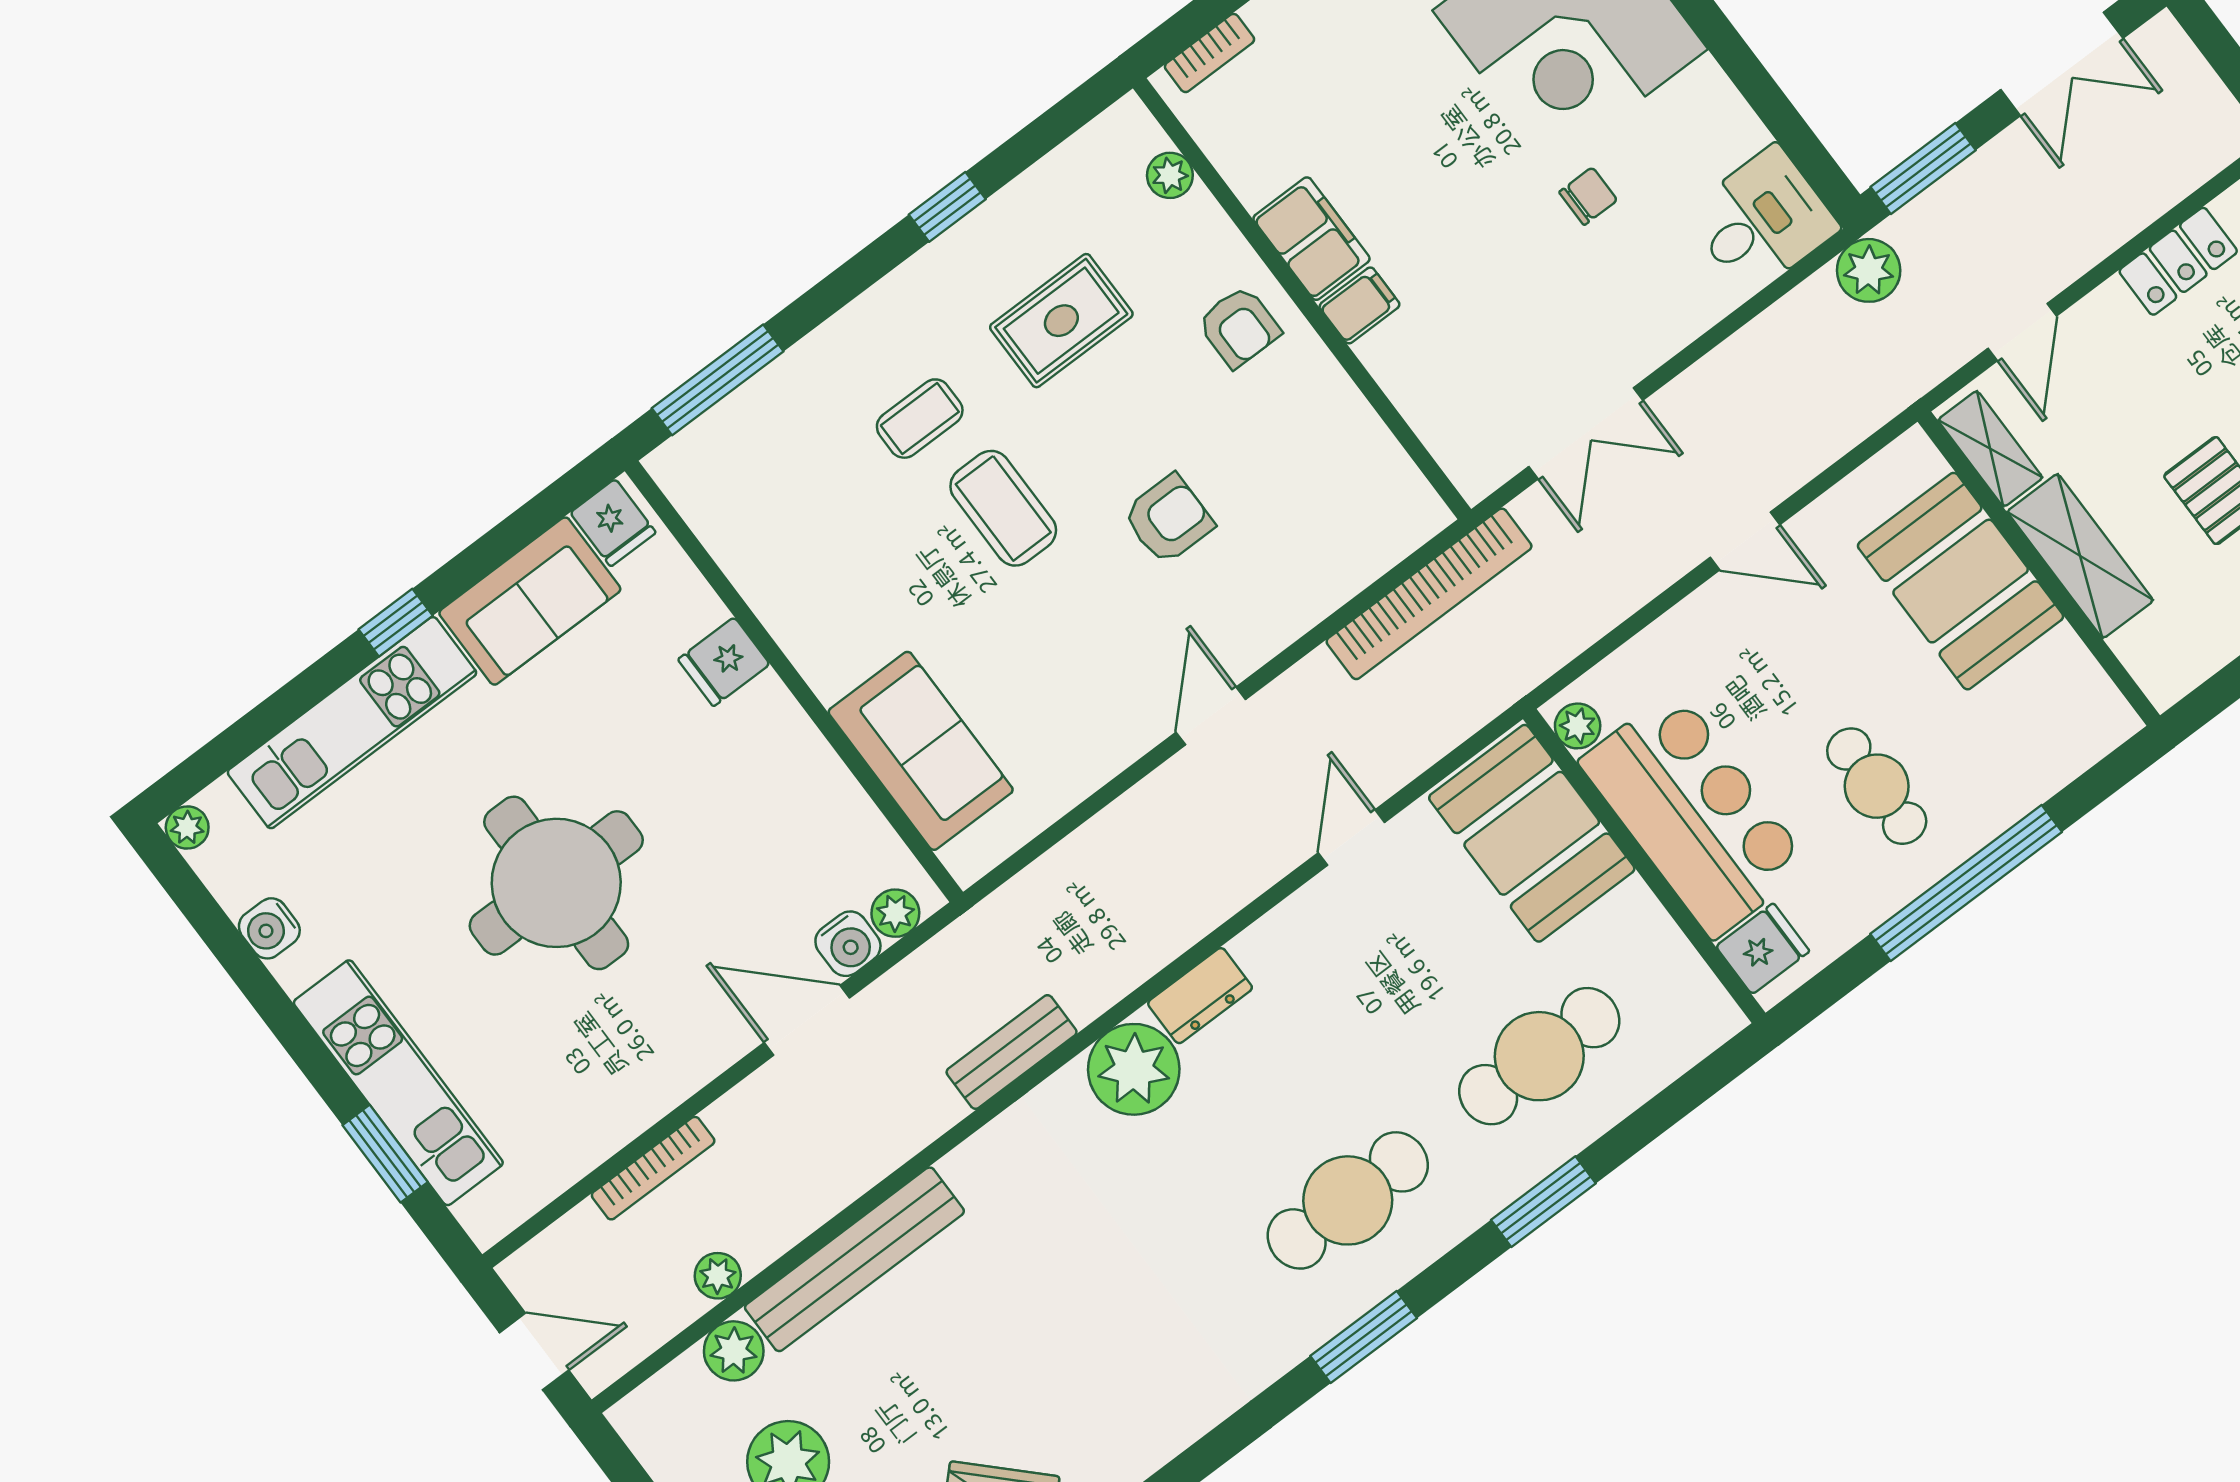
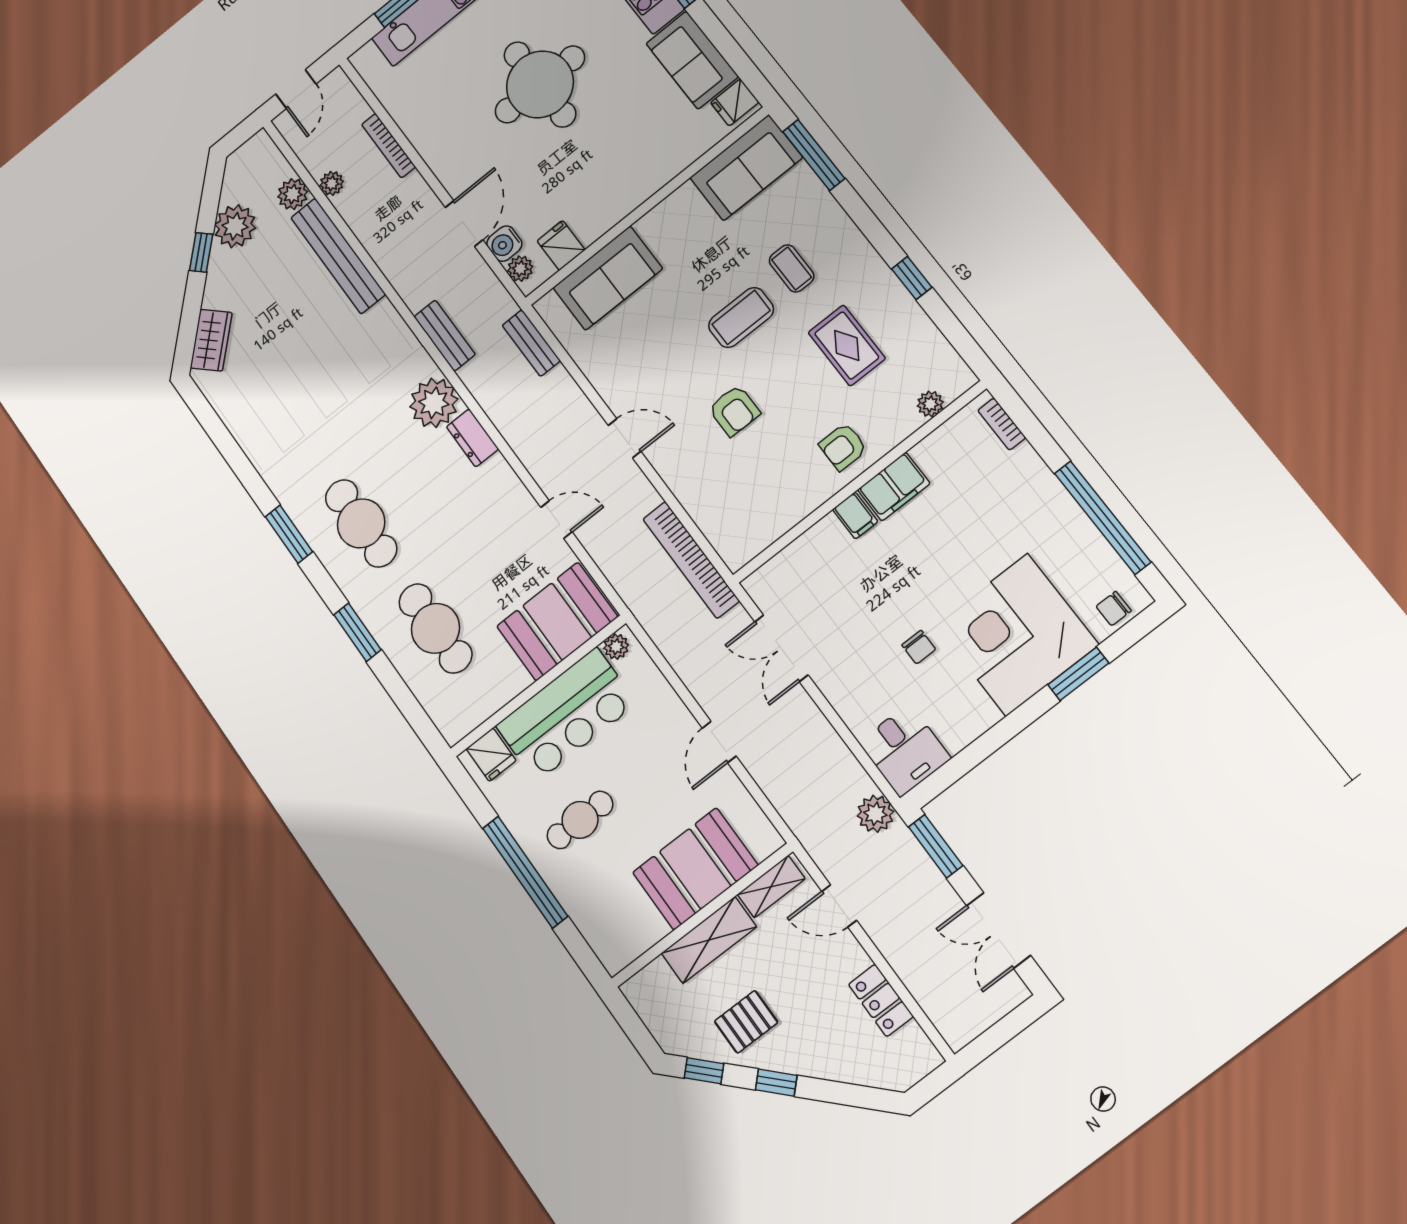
sofa: (733, 501) -> (746, 168), added
fridge: (724, 662) -> (561, 245), moved
bench: (1032, 890) -> (531, 343), added

